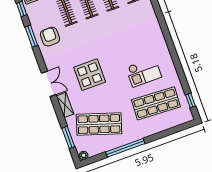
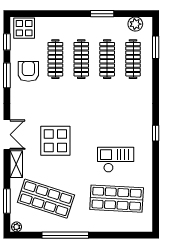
armchair: (50, 37) -> (28, 71), moved
checkout: (144, 72) -> (116, 160), turned 180
window: (190, 100) -> (156, 133), moved

